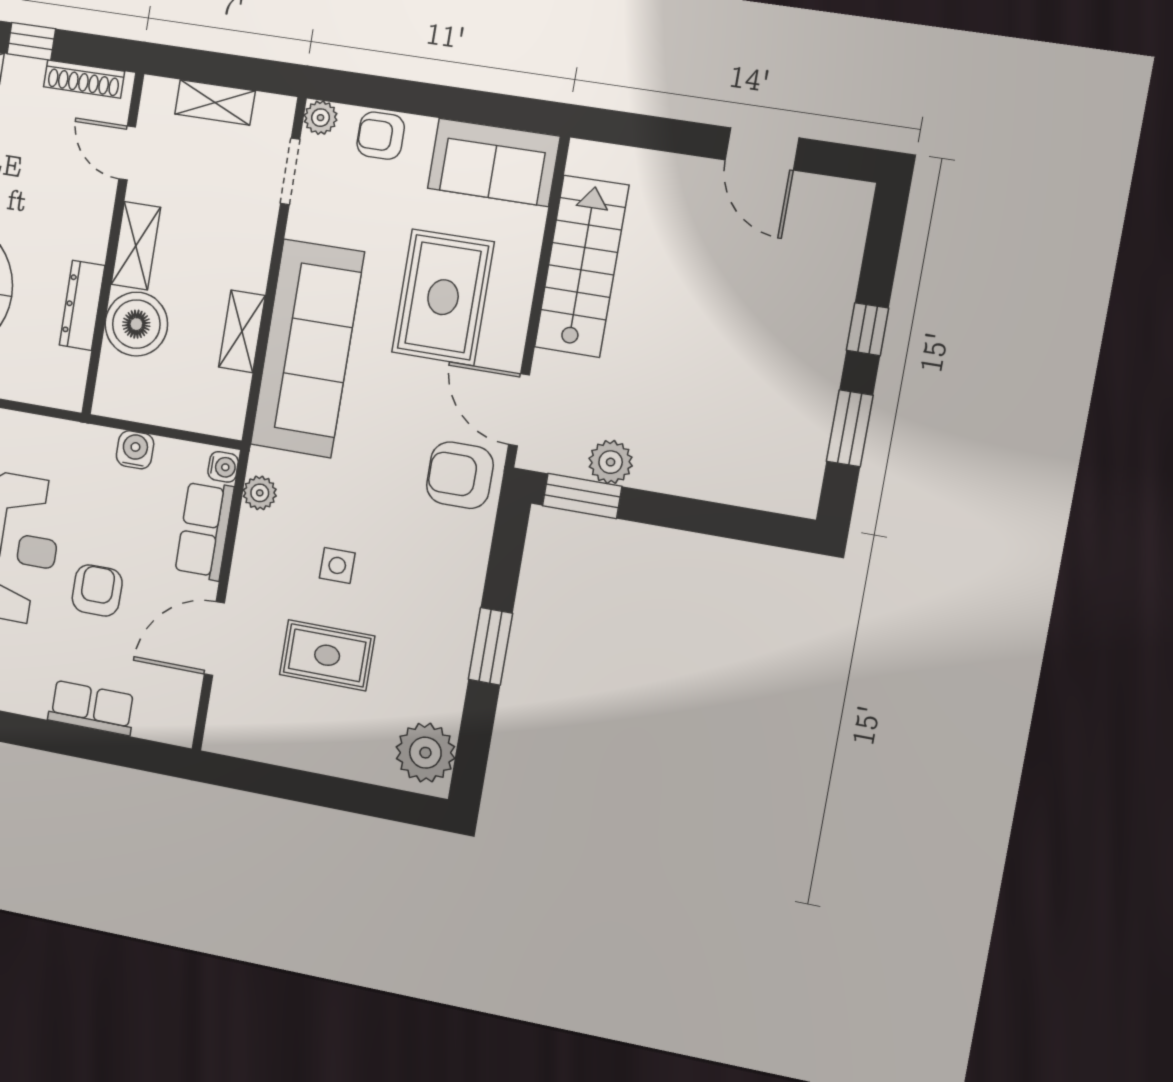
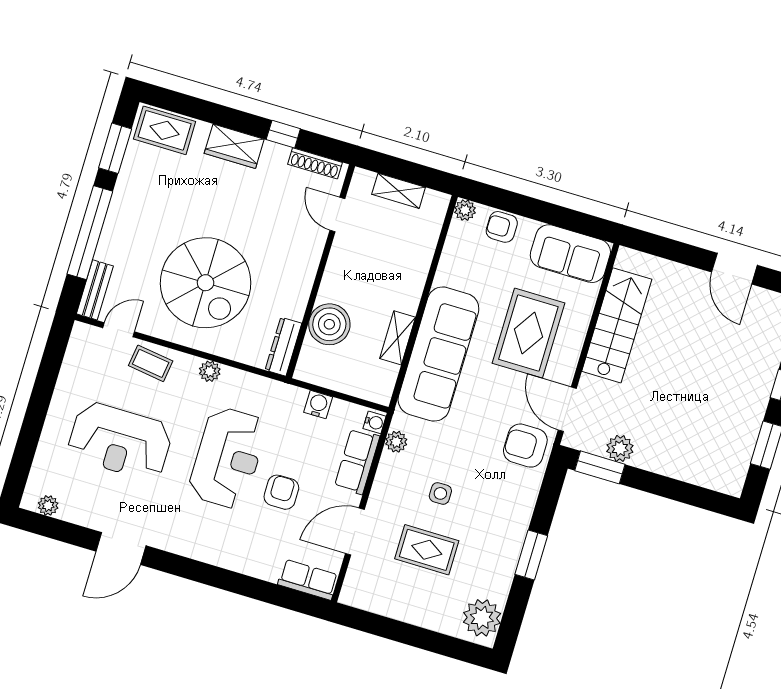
doorway: (290, 171) -> (441, 241), removed
shelving: (136, 246) -> (335, 274), removed
dresser: (82, 305) -> (283, 347), moved
row of seats: (92, 708) -> (308, 580), moved

